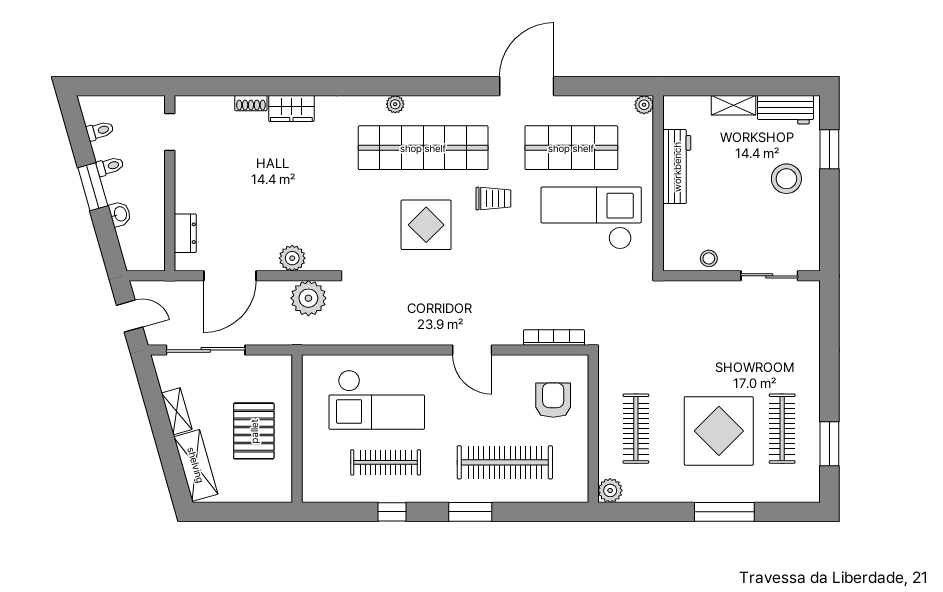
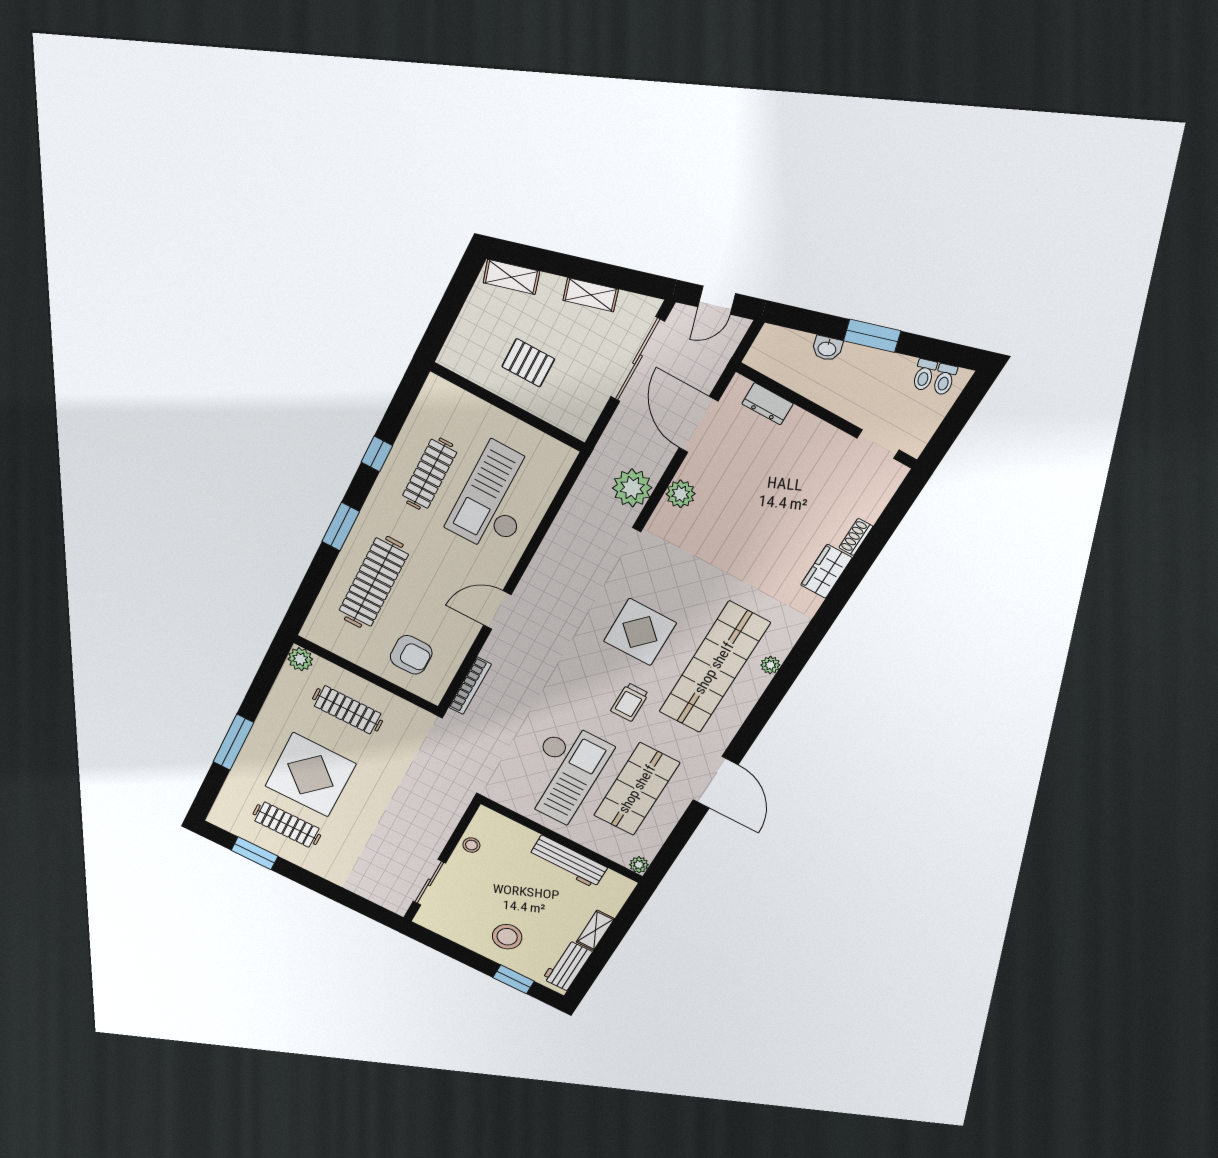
toilet: (110, 166) -> (945, 380), moved
pallet: (254, 431) -> (528, 363), width x0.67, depth x0.71
shelving: (196, 465) -> (511, 277), width x0.67, depth x0.75

